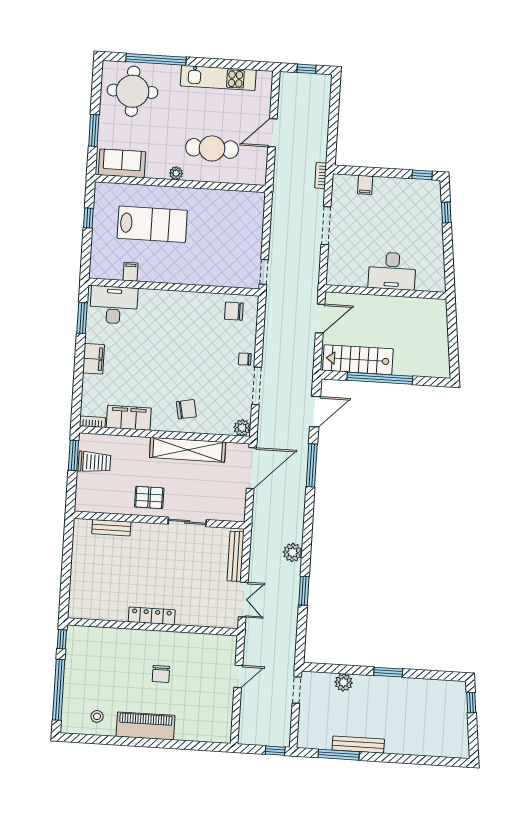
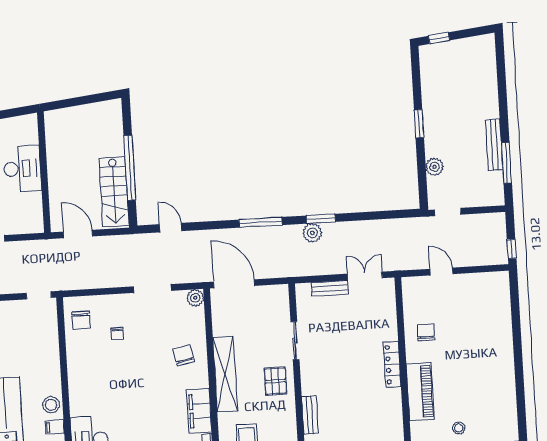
stool: (153, 271) -> (51, 405), added
chair: (245, 359) -> (117, 333), moved
door: (315, 412) -> (171, 228), width x0.73
shelving: (188, 450) -> (225, 374), moved
window: (312, 465) -> (260, 222), moved
bench: (236, 556) -> (330, 288), width x0.73
window: (304, 591) -> (321, 219), moved
chair: (161, 674) -> (426, 332), moved, turned -90
stool: (97, 716) -> (459, 428), moved
piano: (145, 726) -> (420, 392), moved, turned 180
window: (275, 751) -> (512, 249), moved

